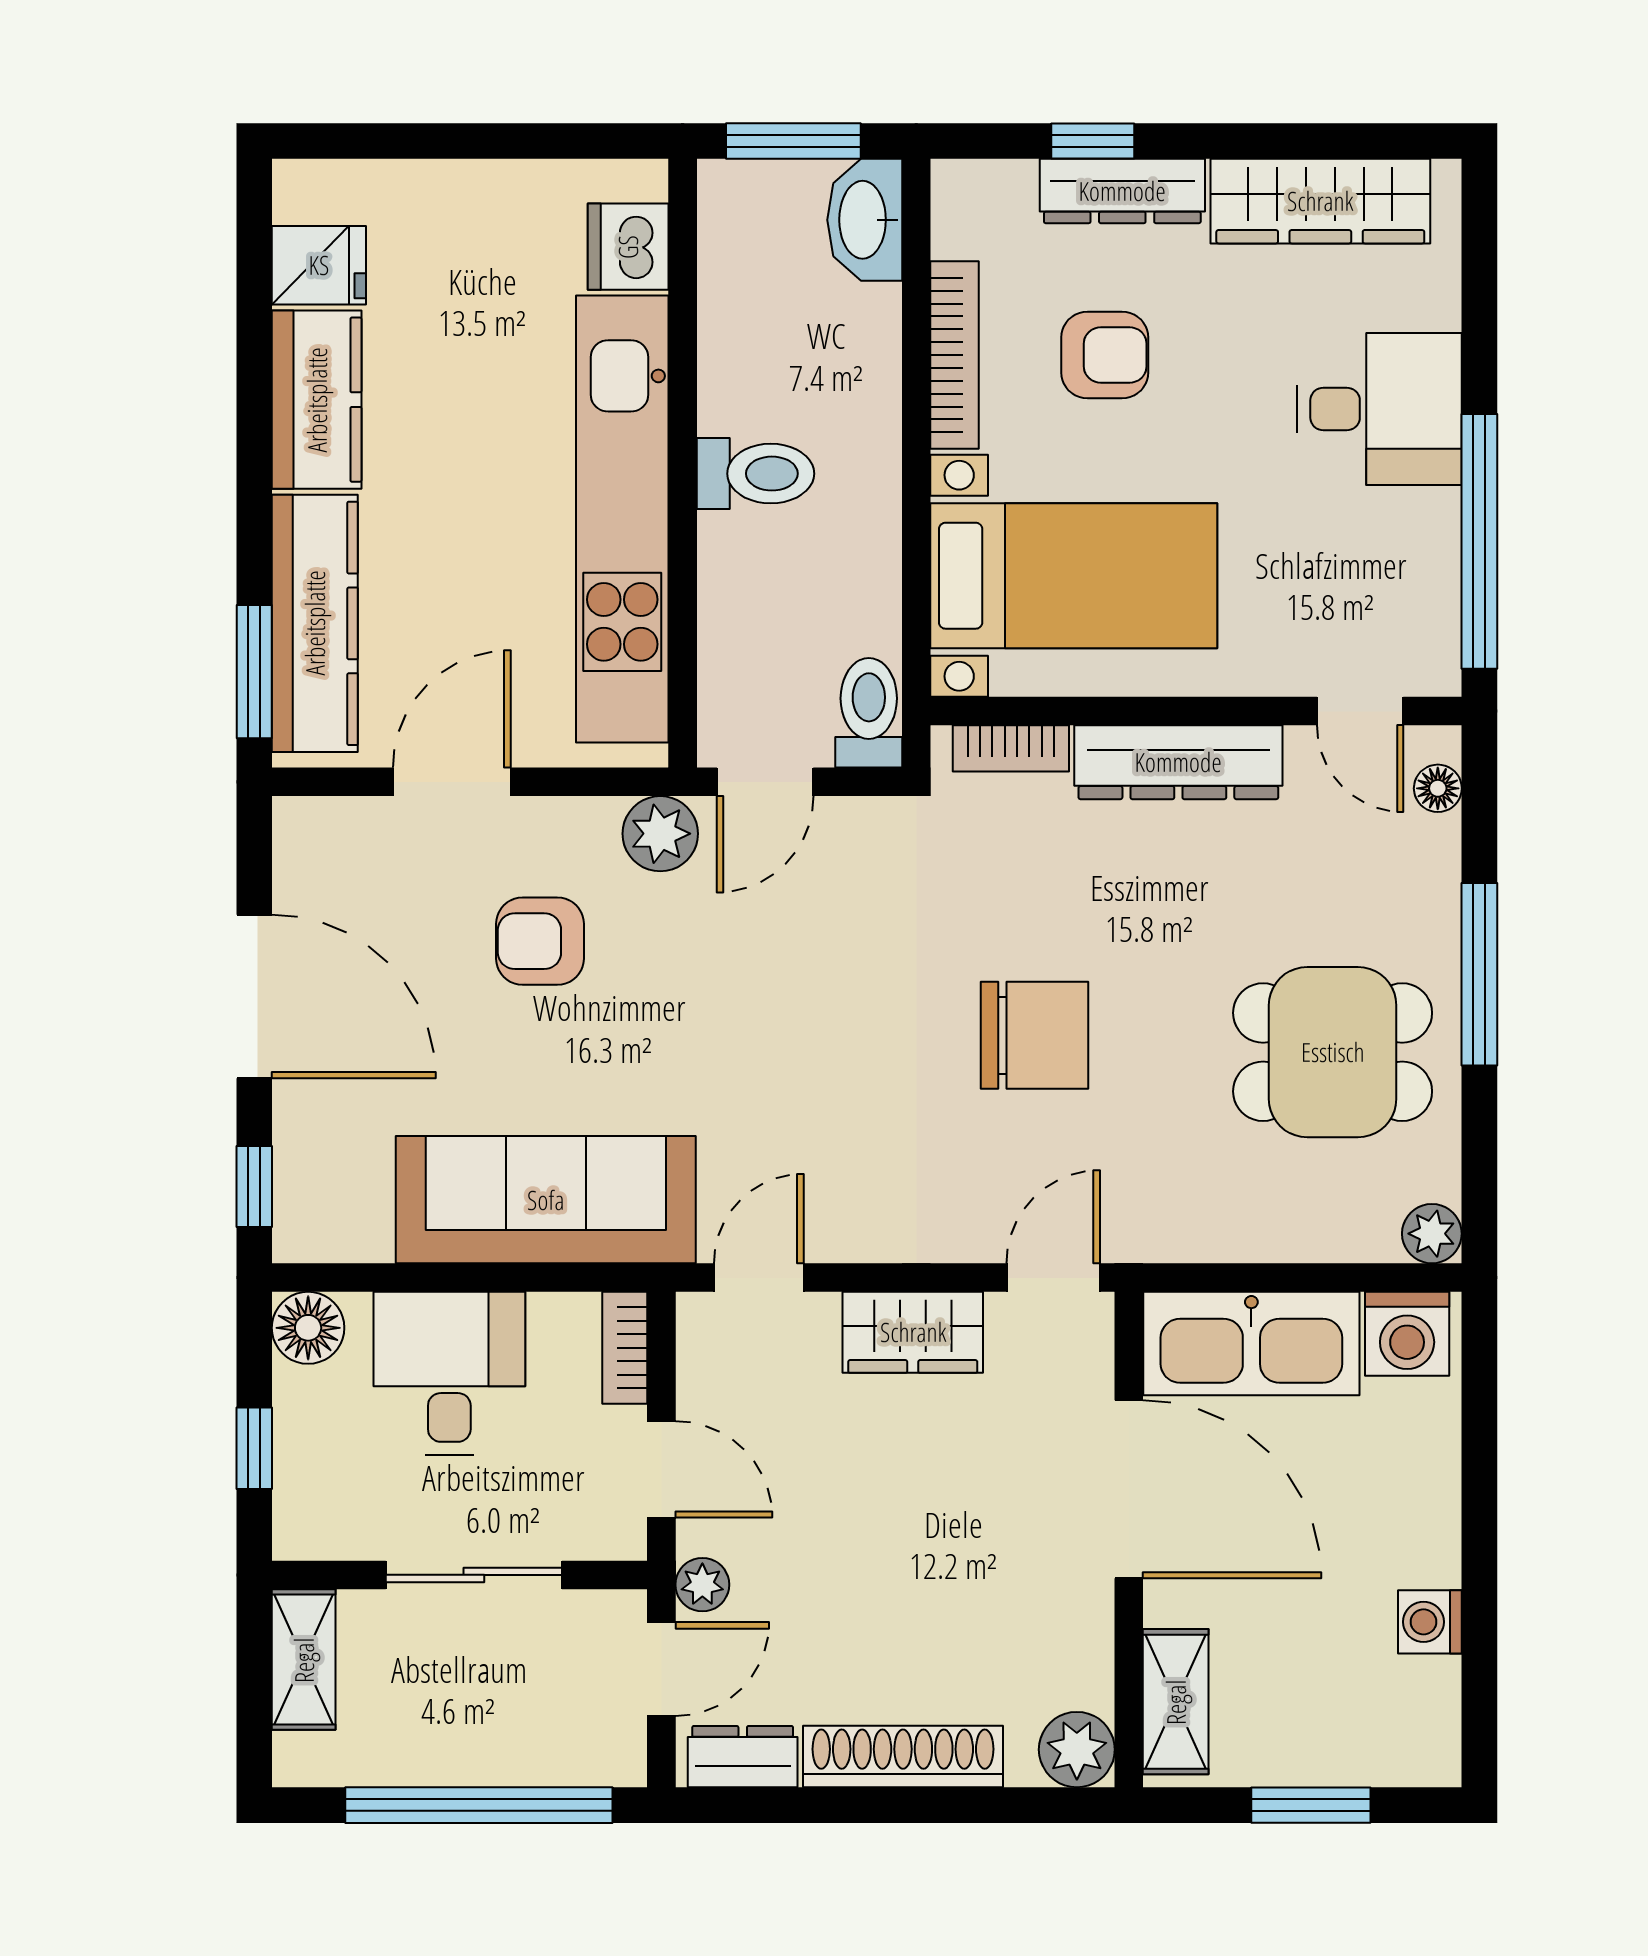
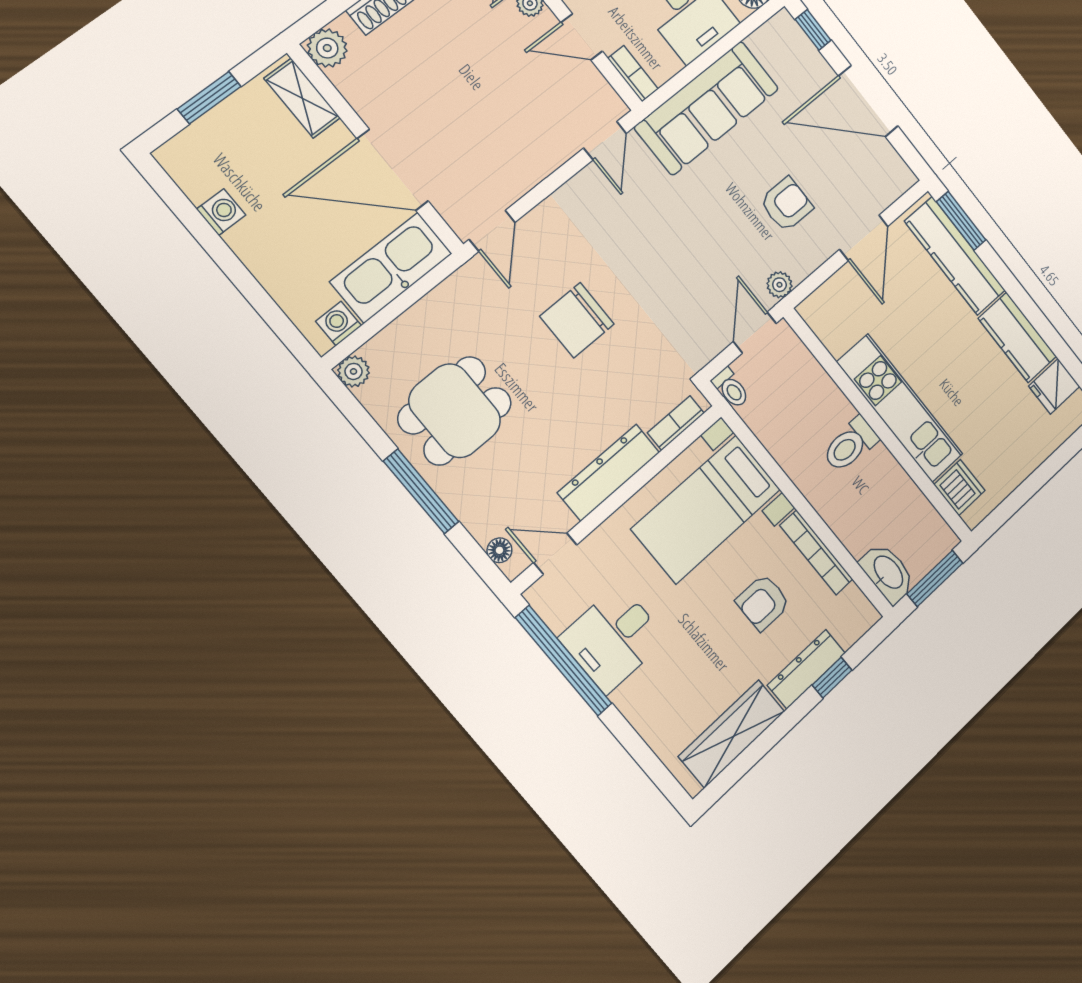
desk: (1379, 409) -> (613, 639), moved
kitchen unit: (622, 519) -> (900, 408), width x0.73
toilet: (869, 713) -> (731, 388), width x0.73, depth x0.72
plant: (660, 834) -> (779, 285), width x0.73, depth x0.73
wardrobe: (913, 1332) -> (529, 166), removed
washing machine: (1407, 1334) -> (339, 324), width x0.73, depth x0.73

